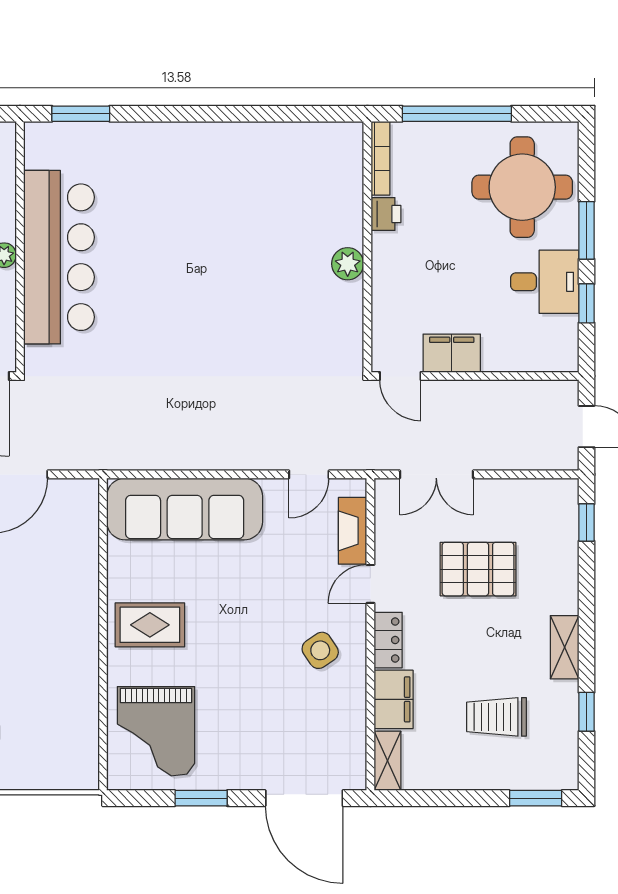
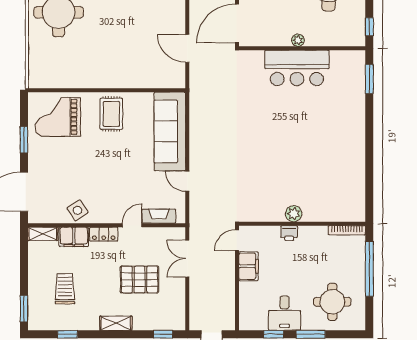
round table: (522, 187) -> (332, 302), width x0.73, depth x0.73
printer: (386, 214) -> (289, 233), moved
bar counter: (59, 257) -> (297, 68), width x0.73
door: (309, 474) -> (187, 181), moved
pallet: (478, 569) -> (140, 279), turned 90
door: (370, 584) -> (132, 225), hinge flipped
shelving: (565, 647) -> (116, 323), moved
side table: (320, 650) -> (77, 210), moved

